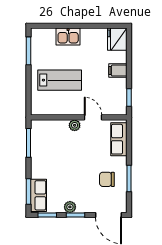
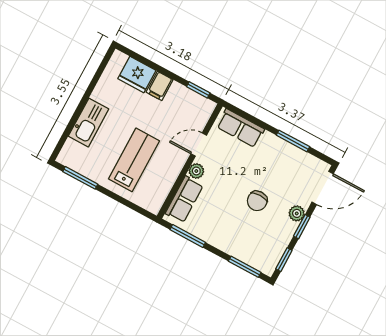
kitchen sink: (68, 37) -> (89, 123), width x1.38
fridge: (117, 39) -> (137, 74), moved
chair: (107, 179) -> (257, 201), moved
row of seats: (38, 195) -> (184, 199), moved, turned 90
plant: (70, 207) -> (297, 213), moved

